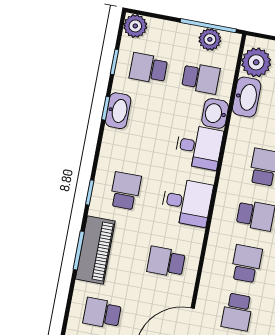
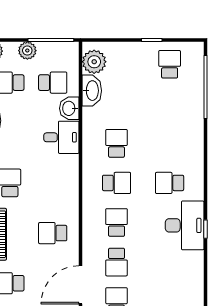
plant: (210, 39) -> (27, 51), moved
desk: (187, 202) -> (60, 183), removed

